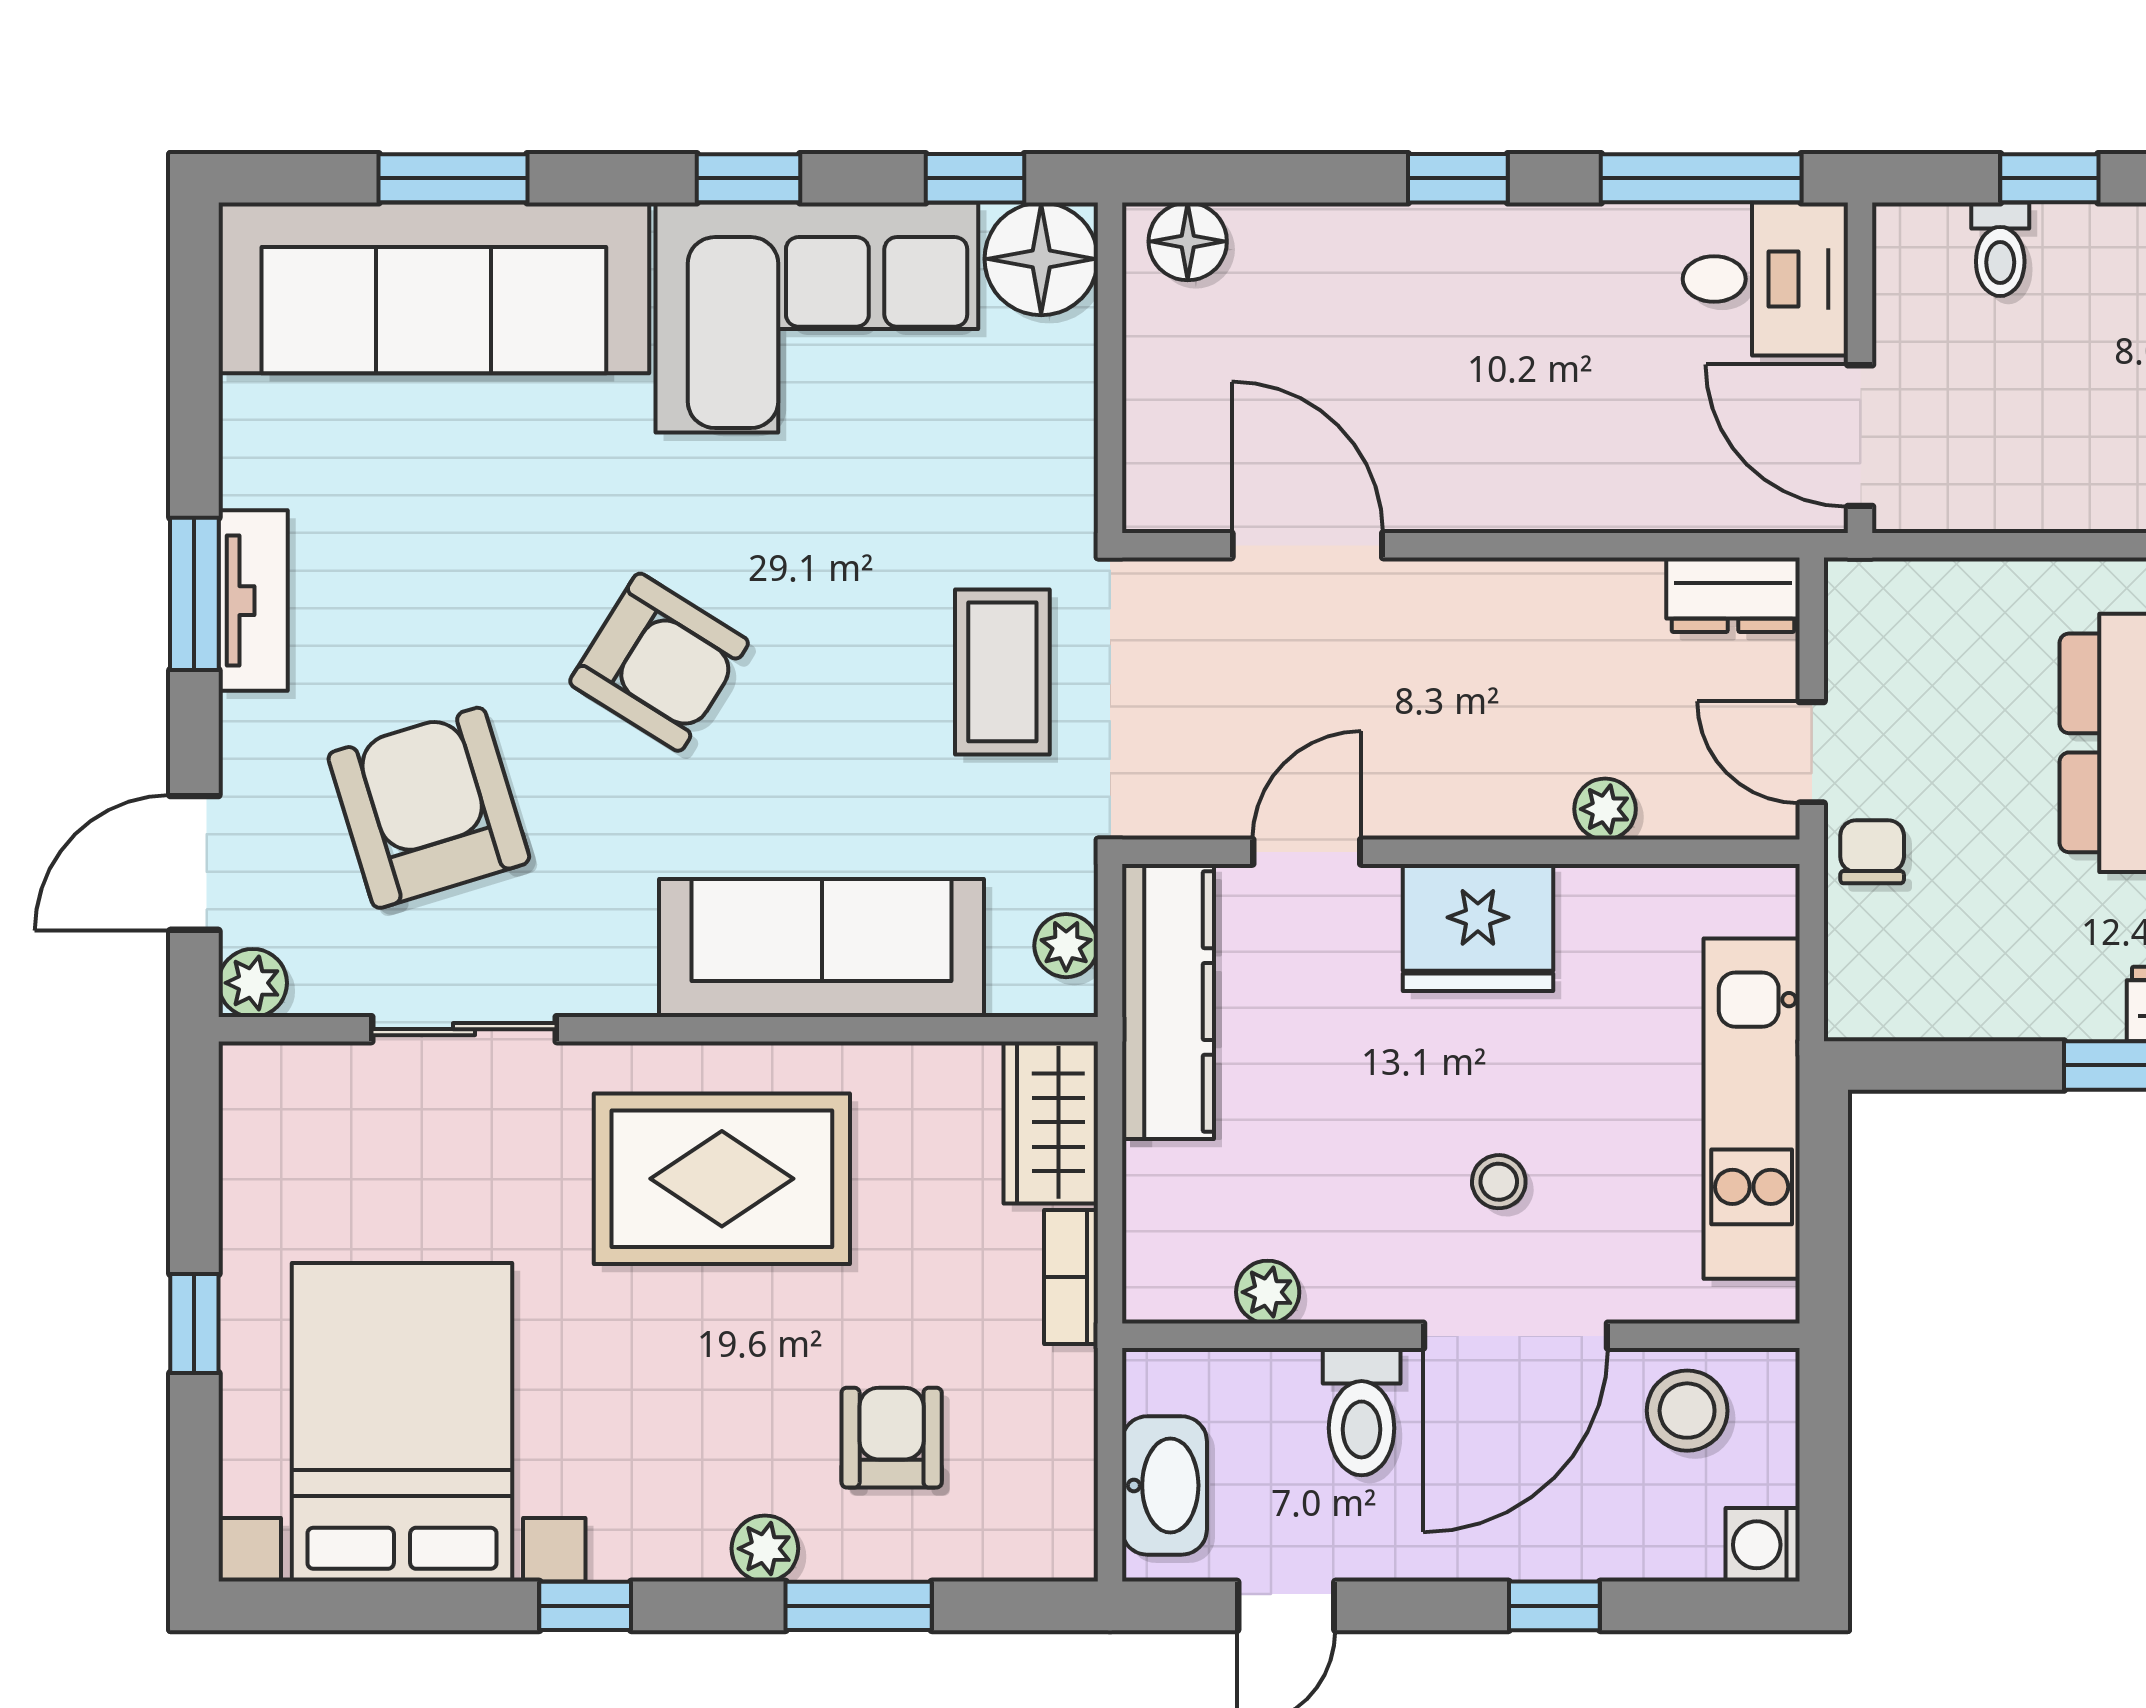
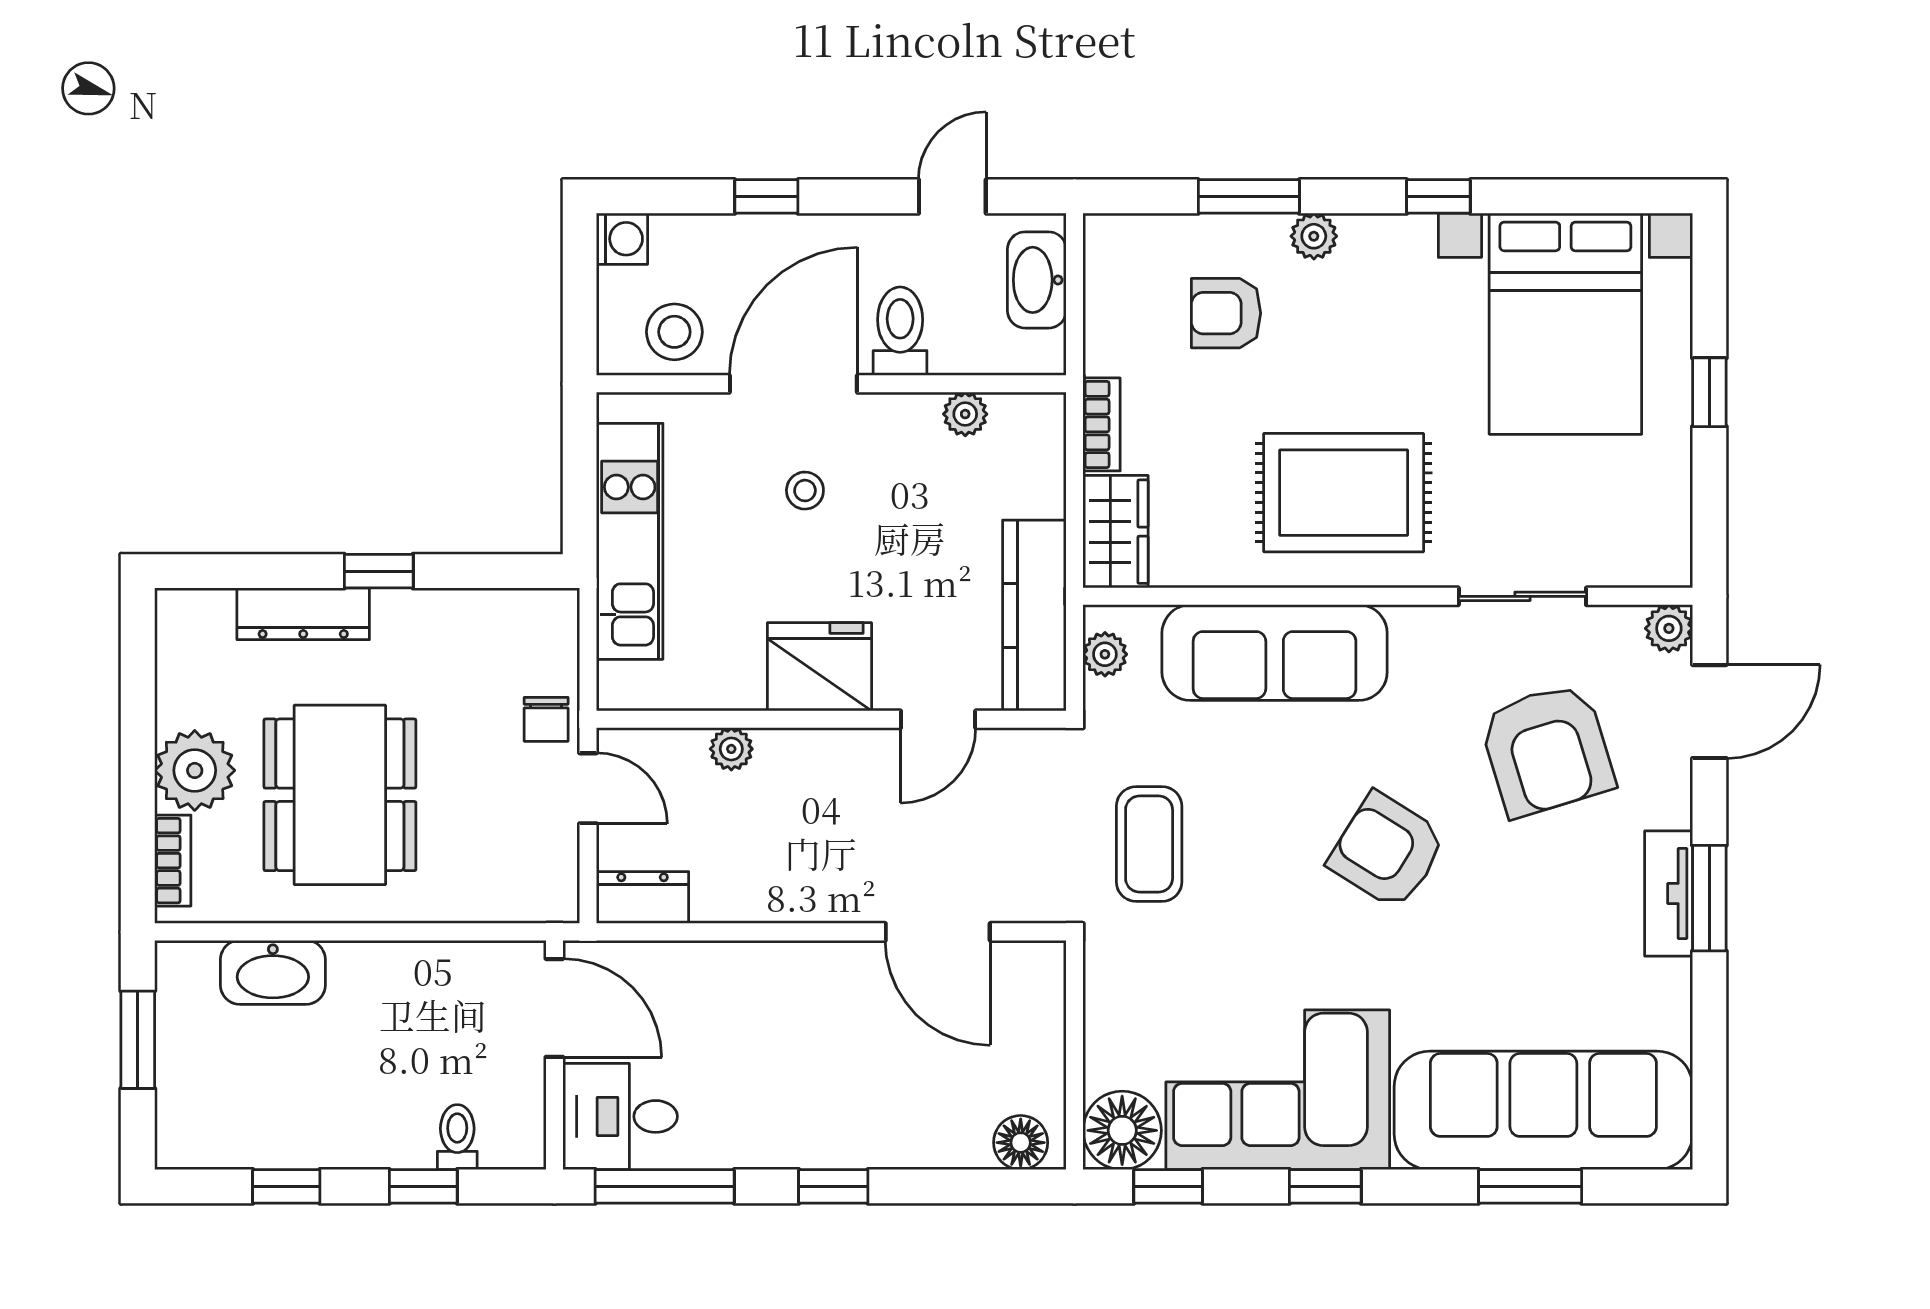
armchair: (892, 1438) -> (1226, 313), turned 90

